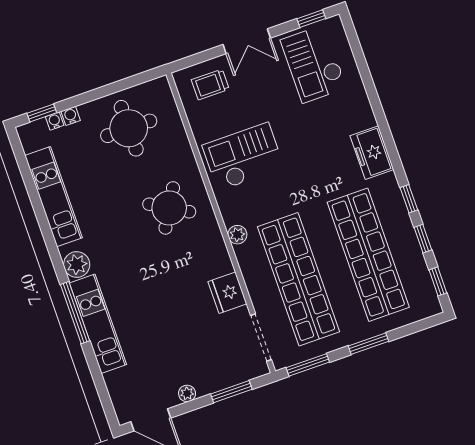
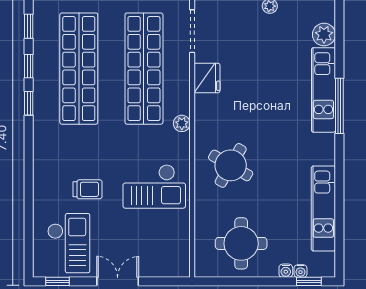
trolley: (210, 84) -> (87, 189), moved
freezer: (372, 153) -> (46, 152), removed
plant: (77, 265) -> (324, 35), moved

